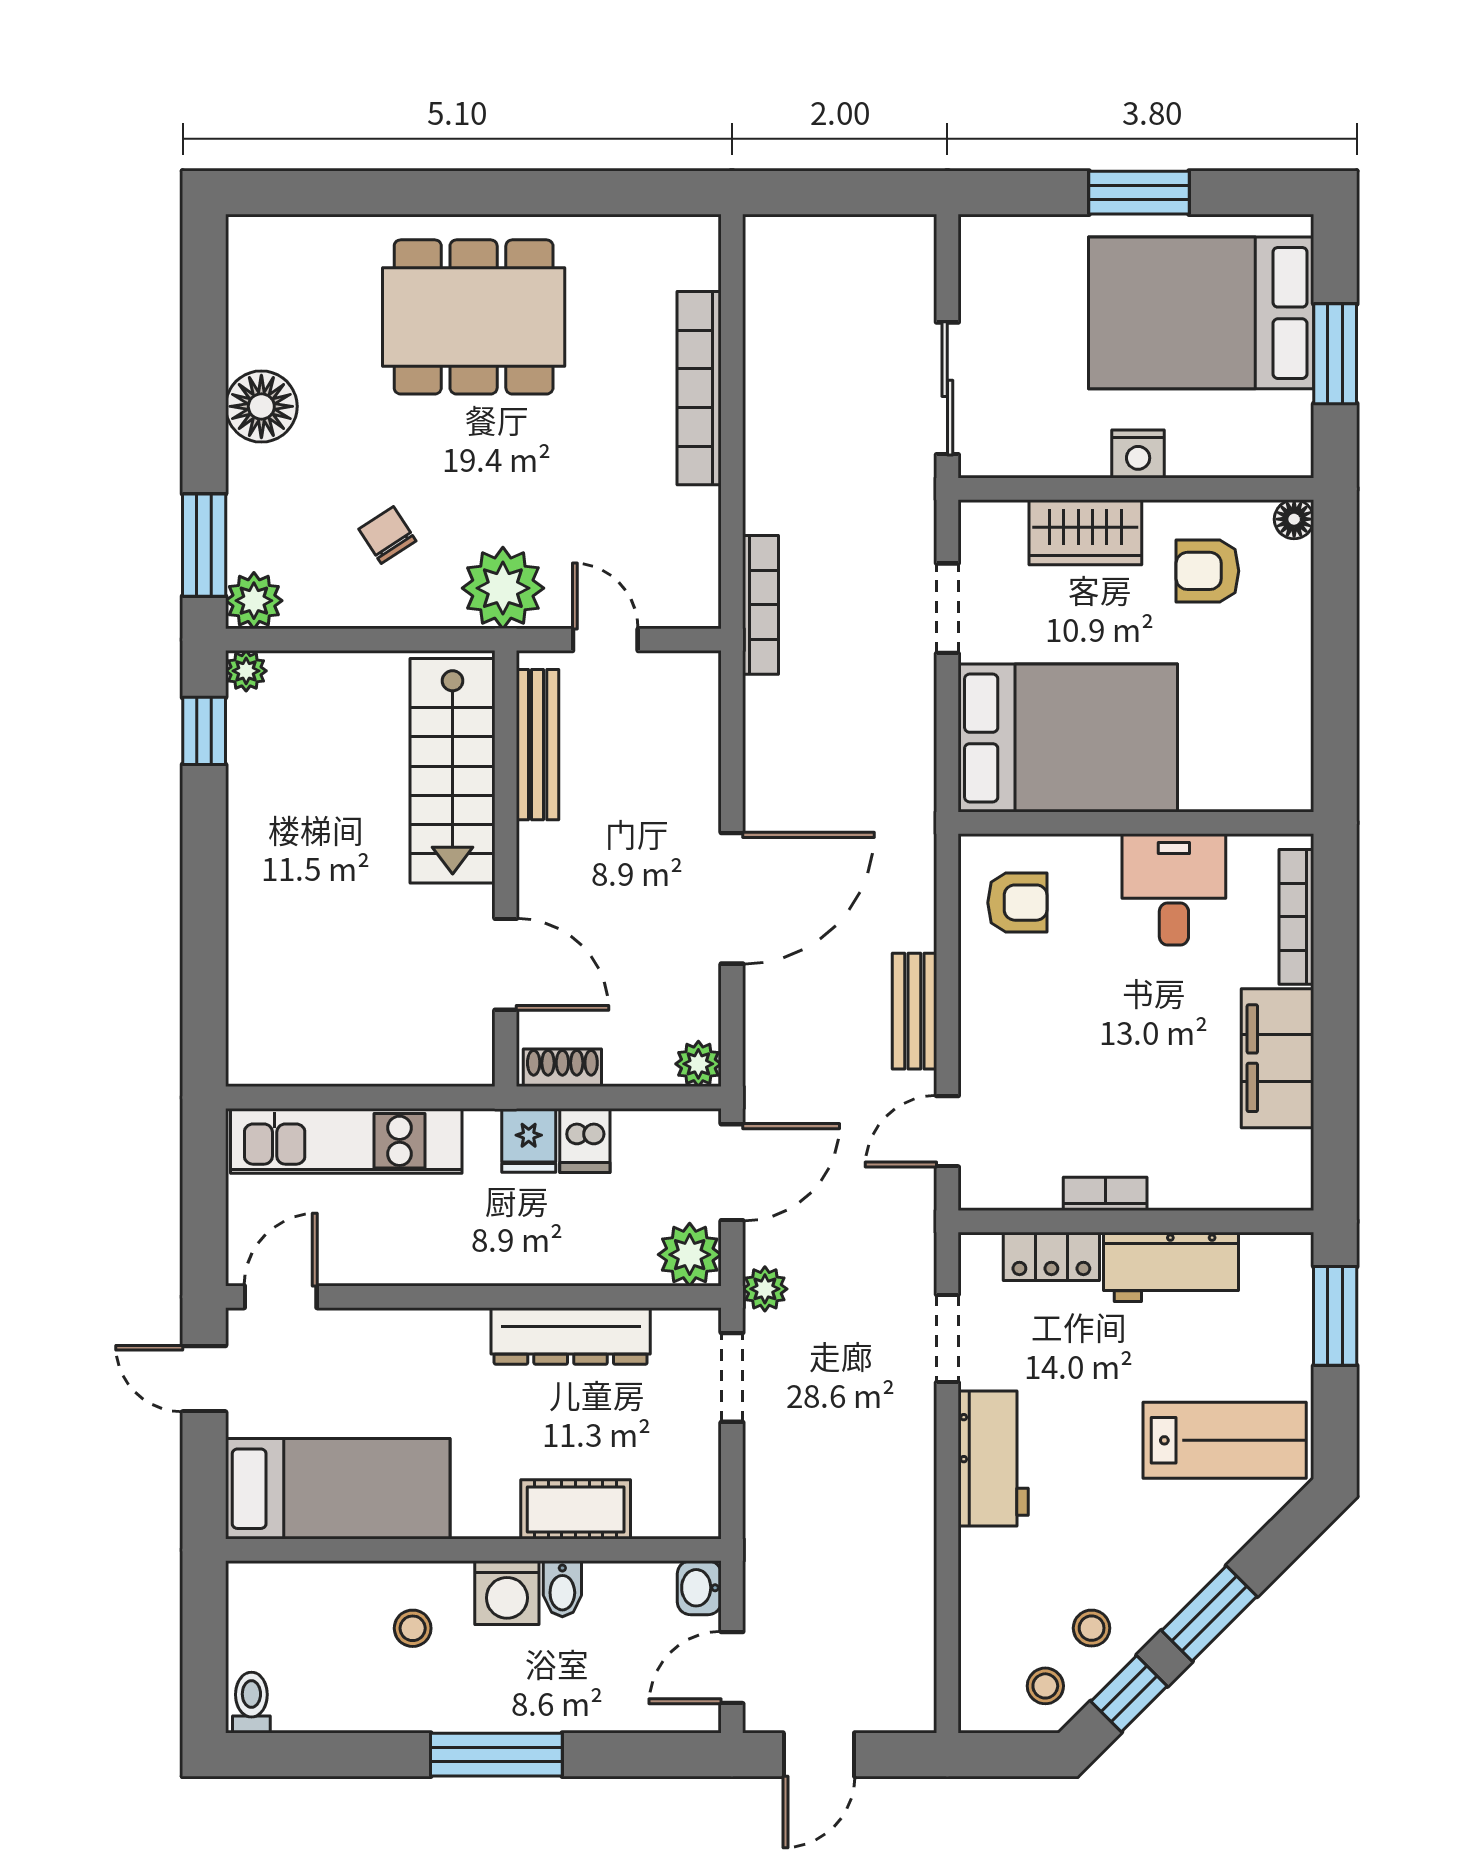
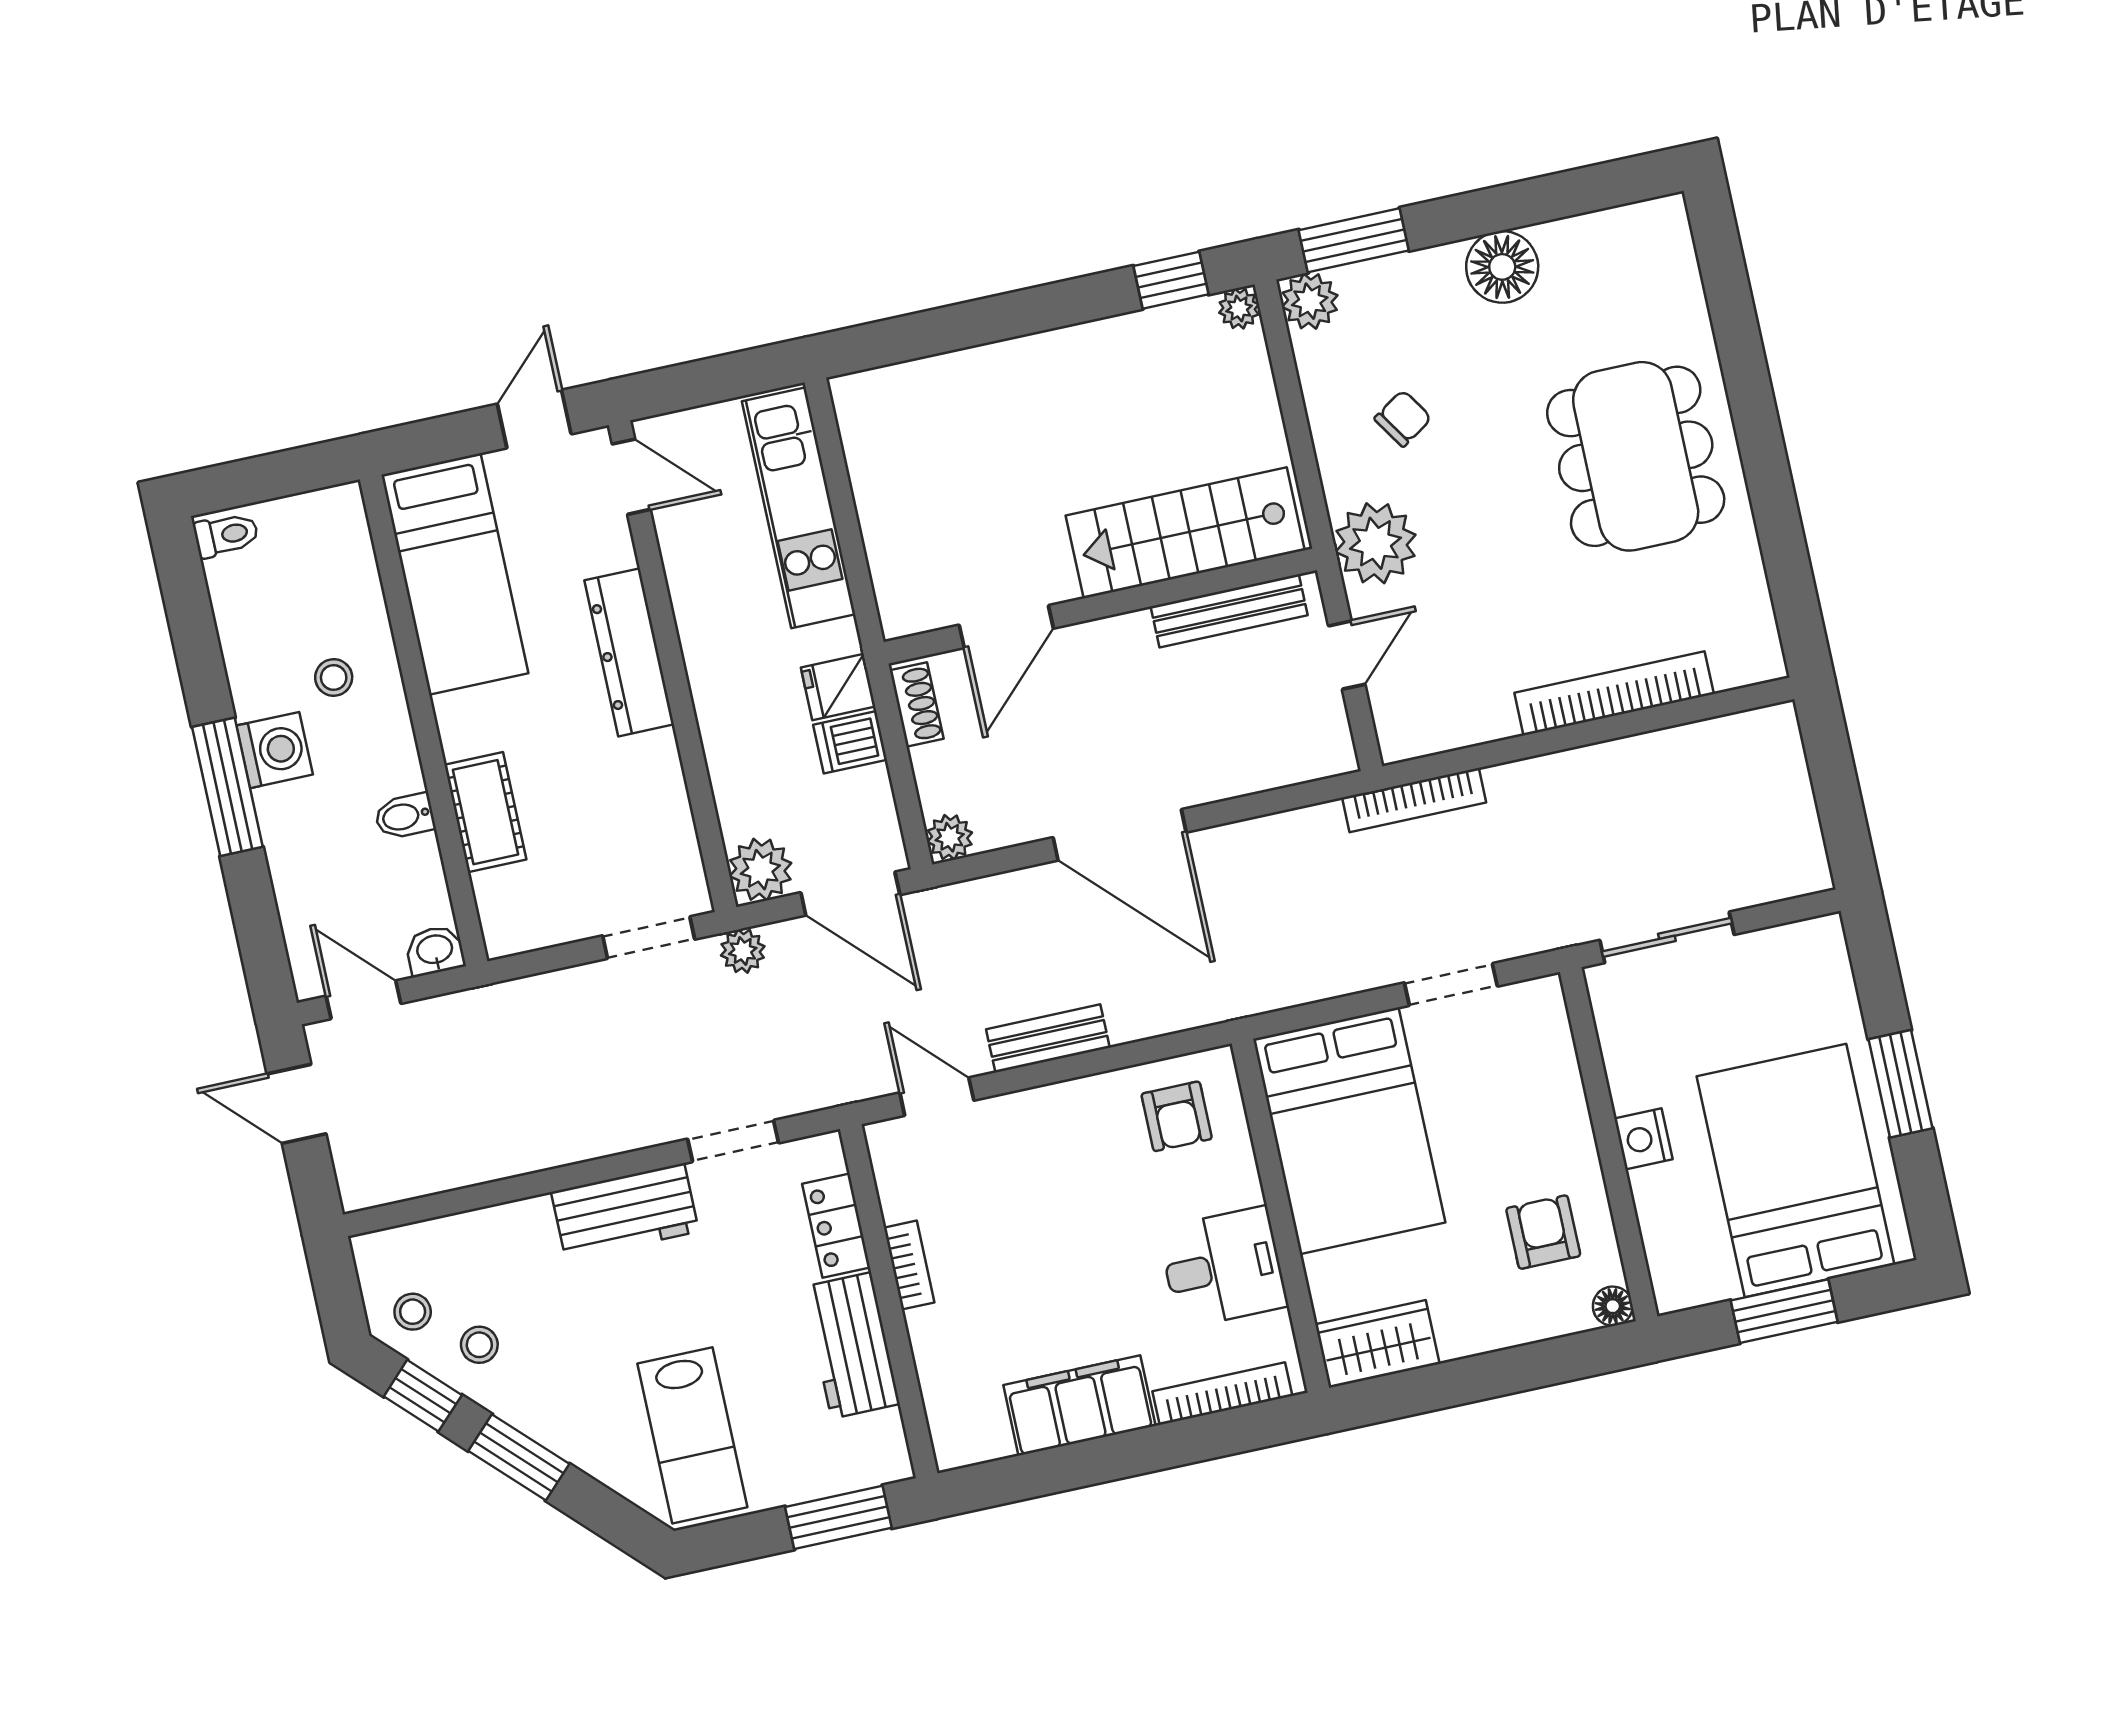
wardrobe: (1085, 532) -> (1377, 1344), moved, turned 90
dresser: (571, 1336) -> (629, 652), moved
washing machine: (507, 1593) -> (275, 750), moved, turned 180

